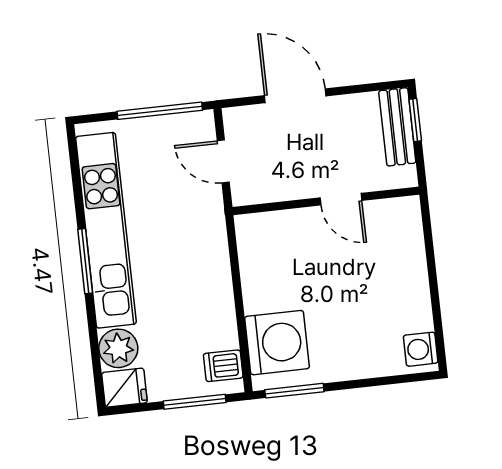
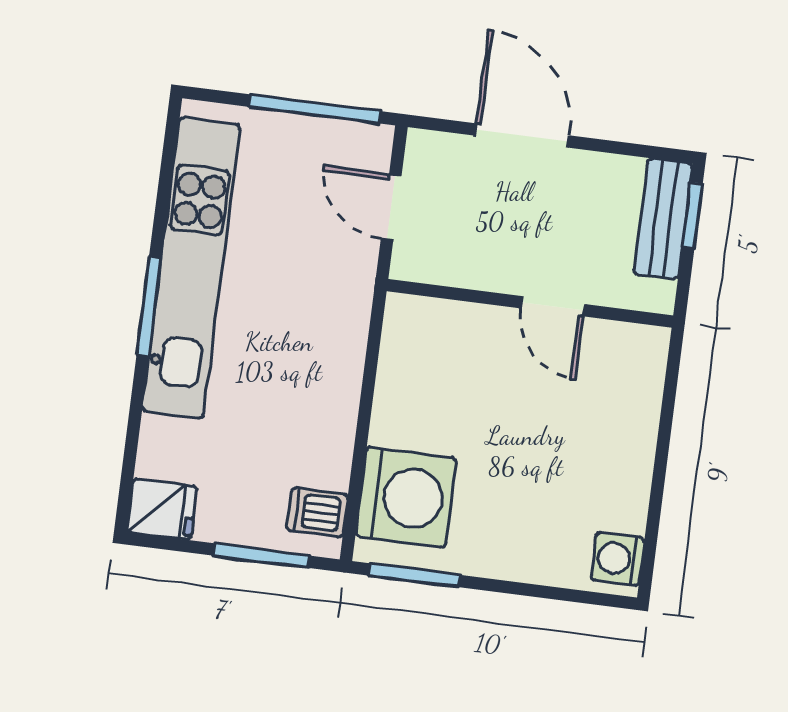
plant: (118, 348) -> (167, 448), removed

